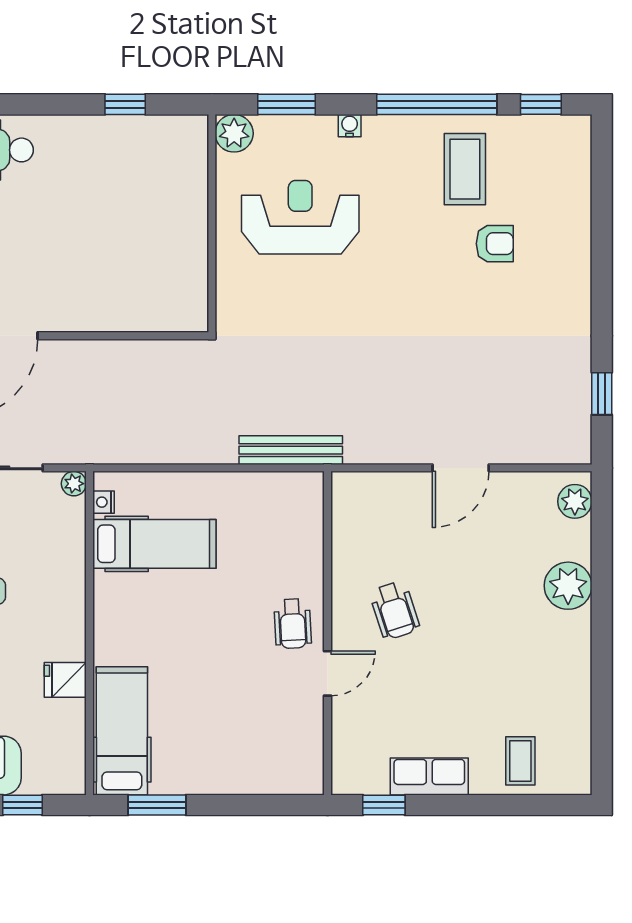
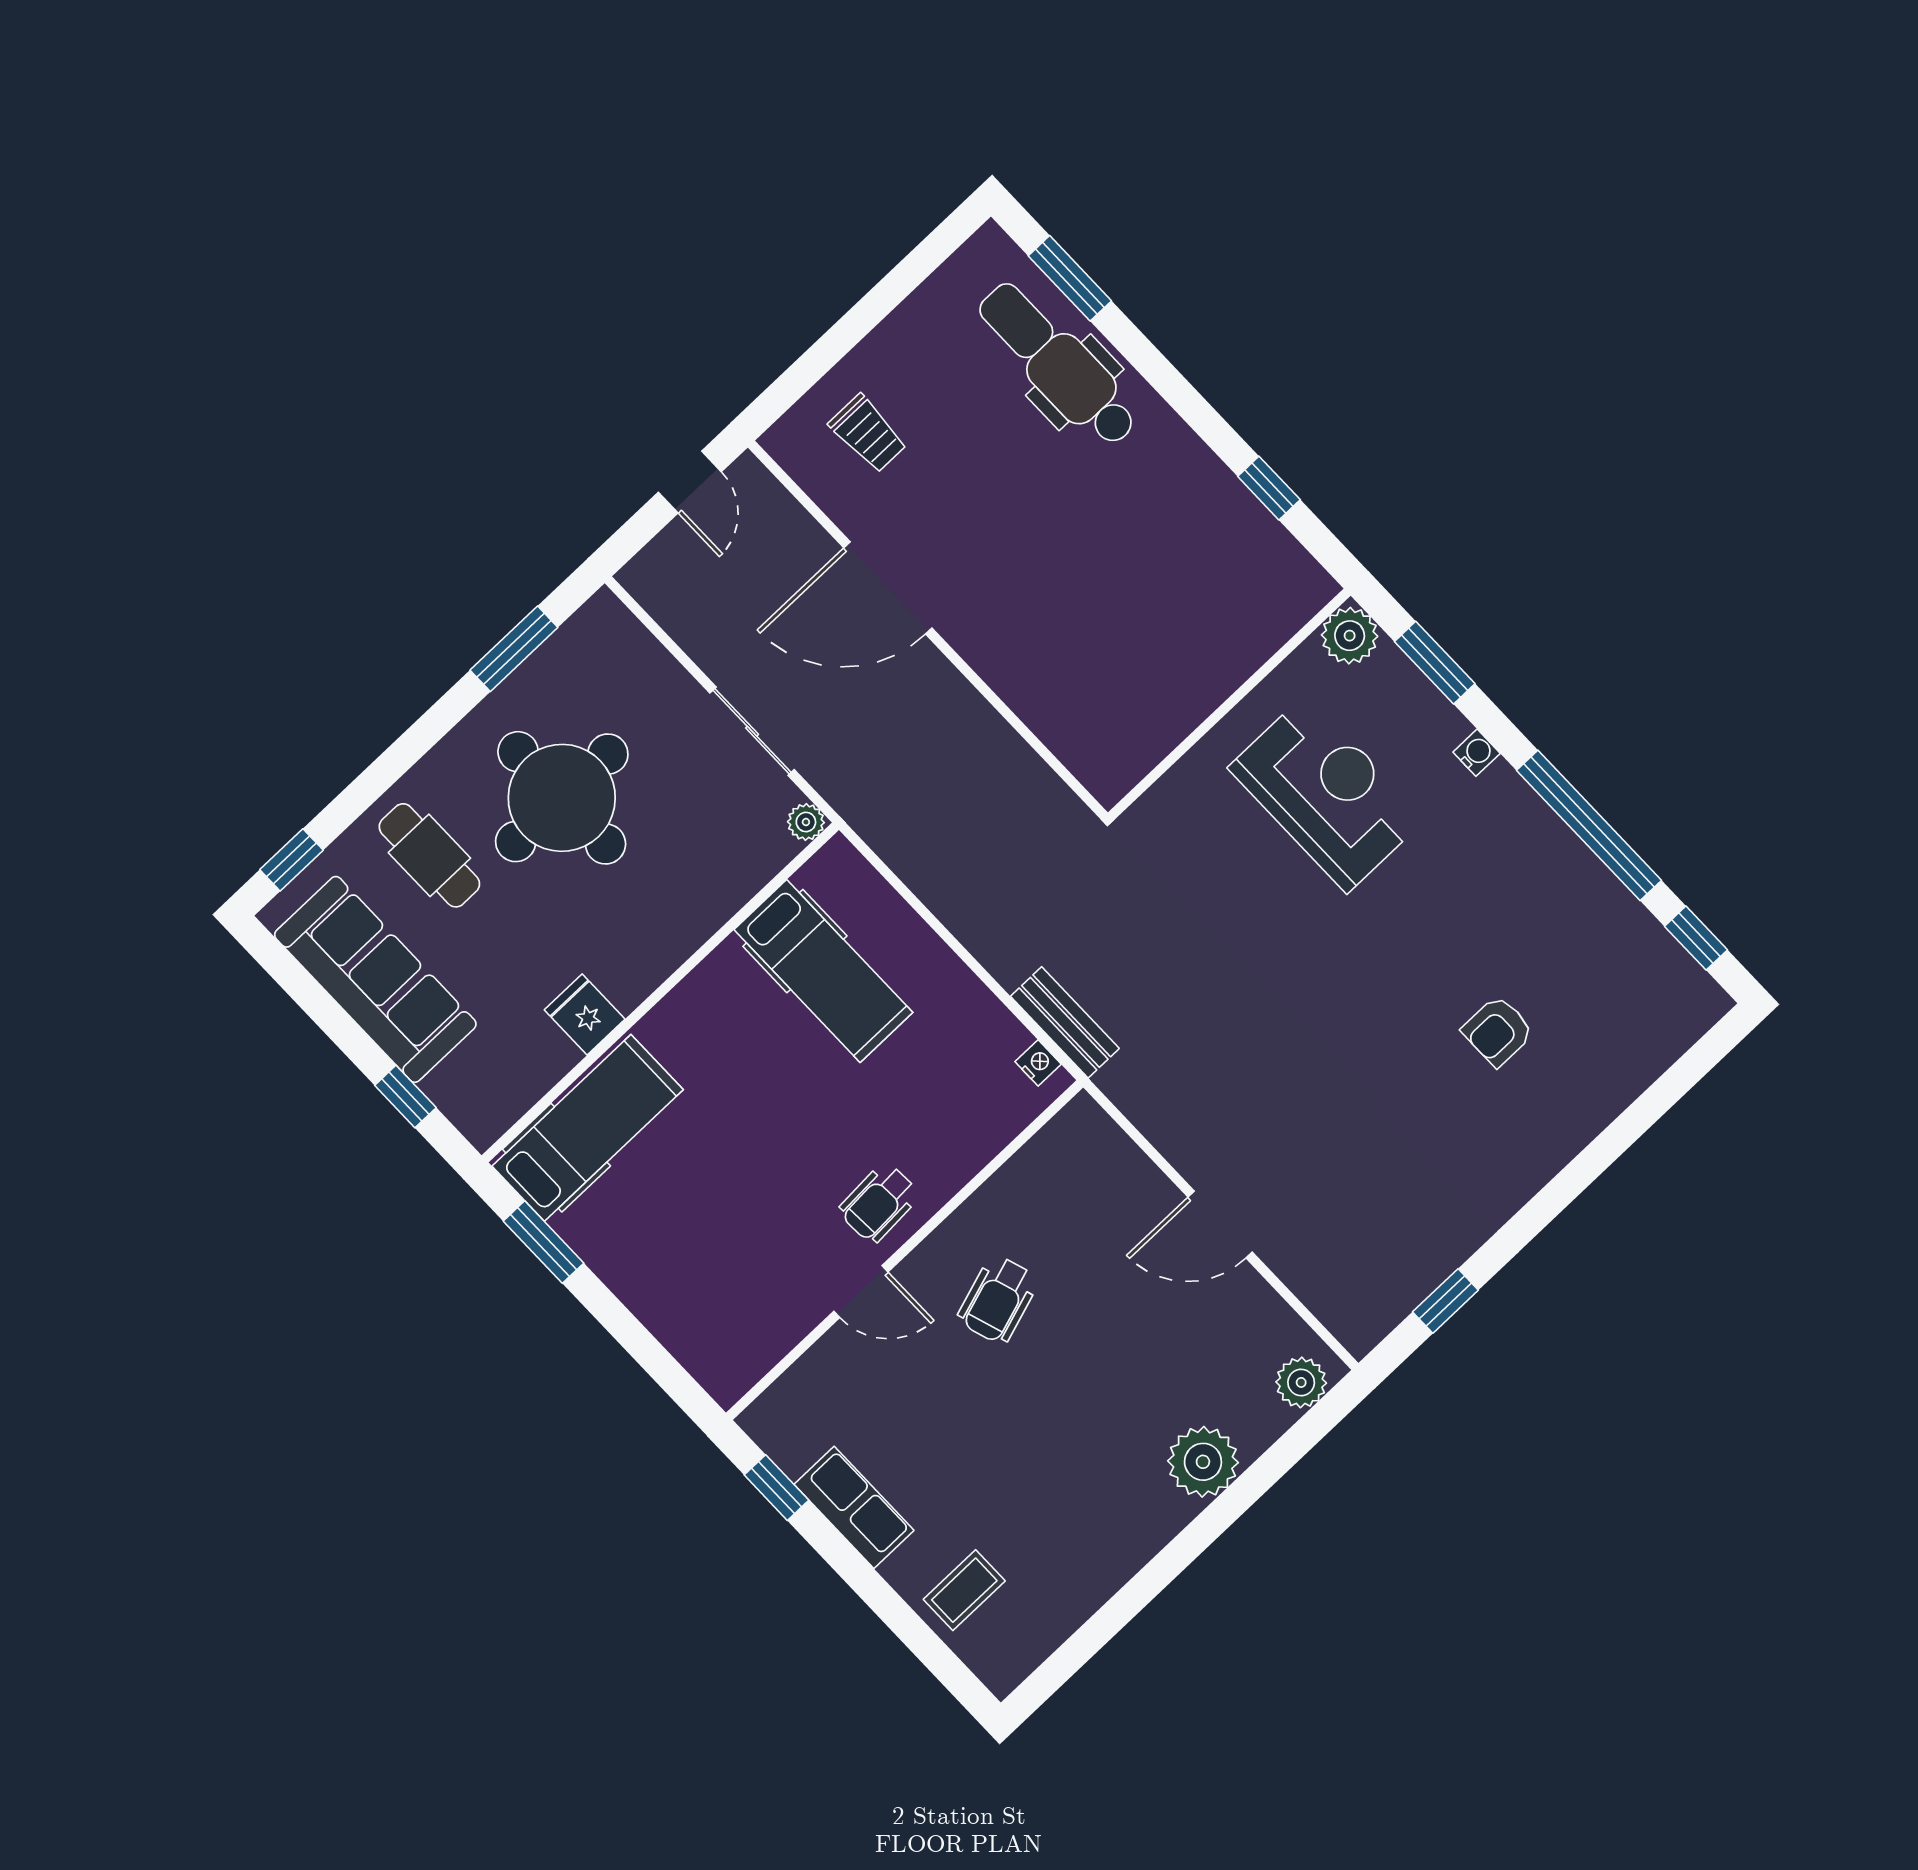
coffee table: (465, 169) -> (1548, 922), removed
armchair: (495, 244) -> (1498, 1031), turned 90
bench: (291, 450) -> (1065, 1022), width x0.73
nightstand: (104, 502) -> (1038, 1063), moved, turned 90

